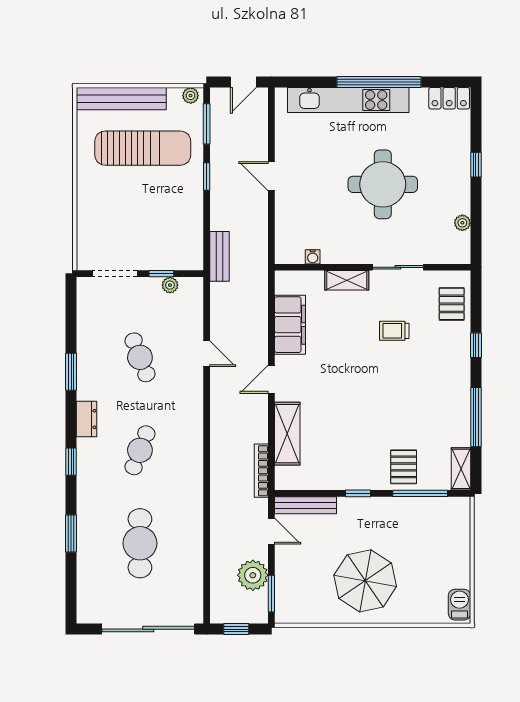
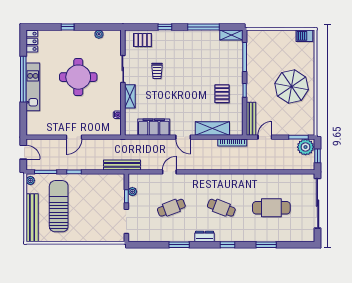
kitchen unit: (348, 100) -> (33, 87), width x0.73
bench: (220, 256) -> (122, 165), width x1.36
pallet: (404, 467) -> (222, 94), moved, turned 90
plant: (253, 575) -> (305, 147), moved

